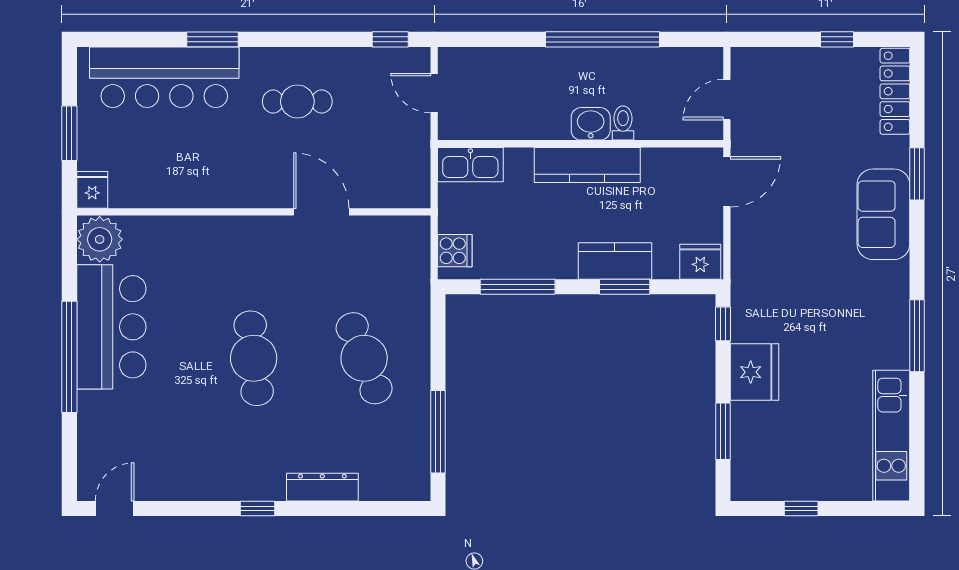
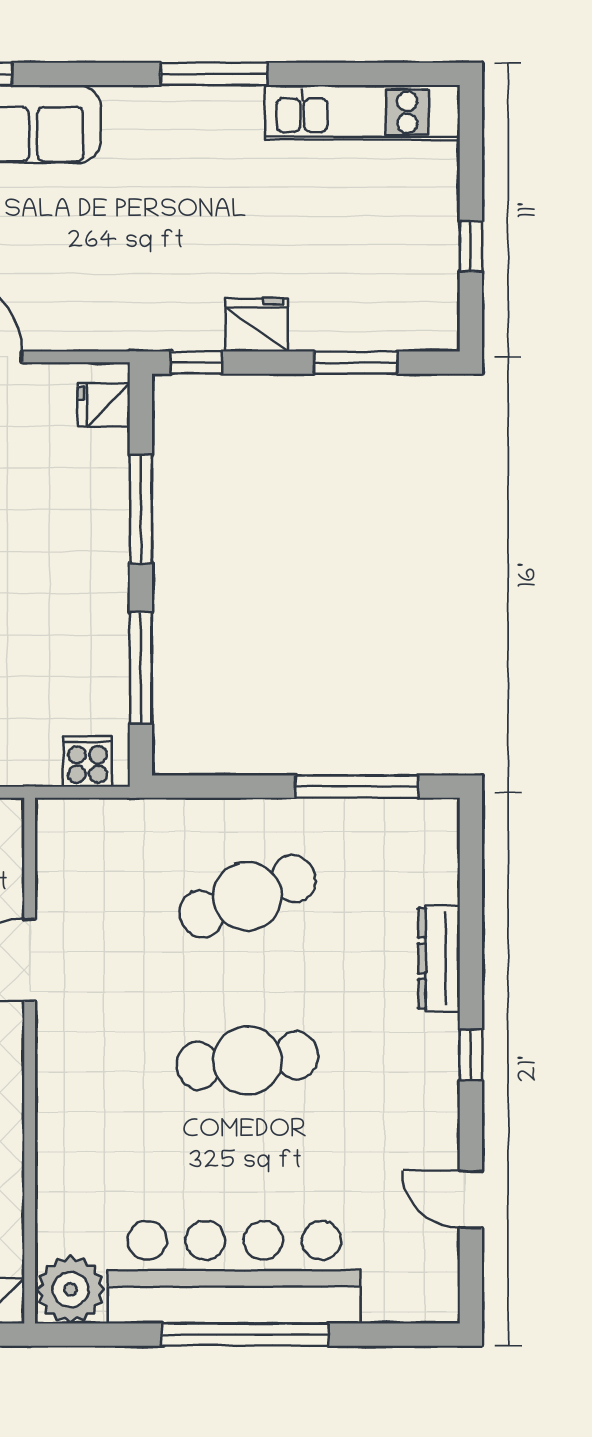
kitchen counter: (615, 261) -> (103, 523), removed
fridge: (700, 262) -> (104, 405), width x0.72
window: (625, 287) -> (141, 509), width x1.44
bar counter: (111, 327) -> (234, 1272), width x1.36
fridge: (754, 372) -> (257, 325), width x0.73, depth x0.75
door: (115, 508) -> (471, 1200), moved

